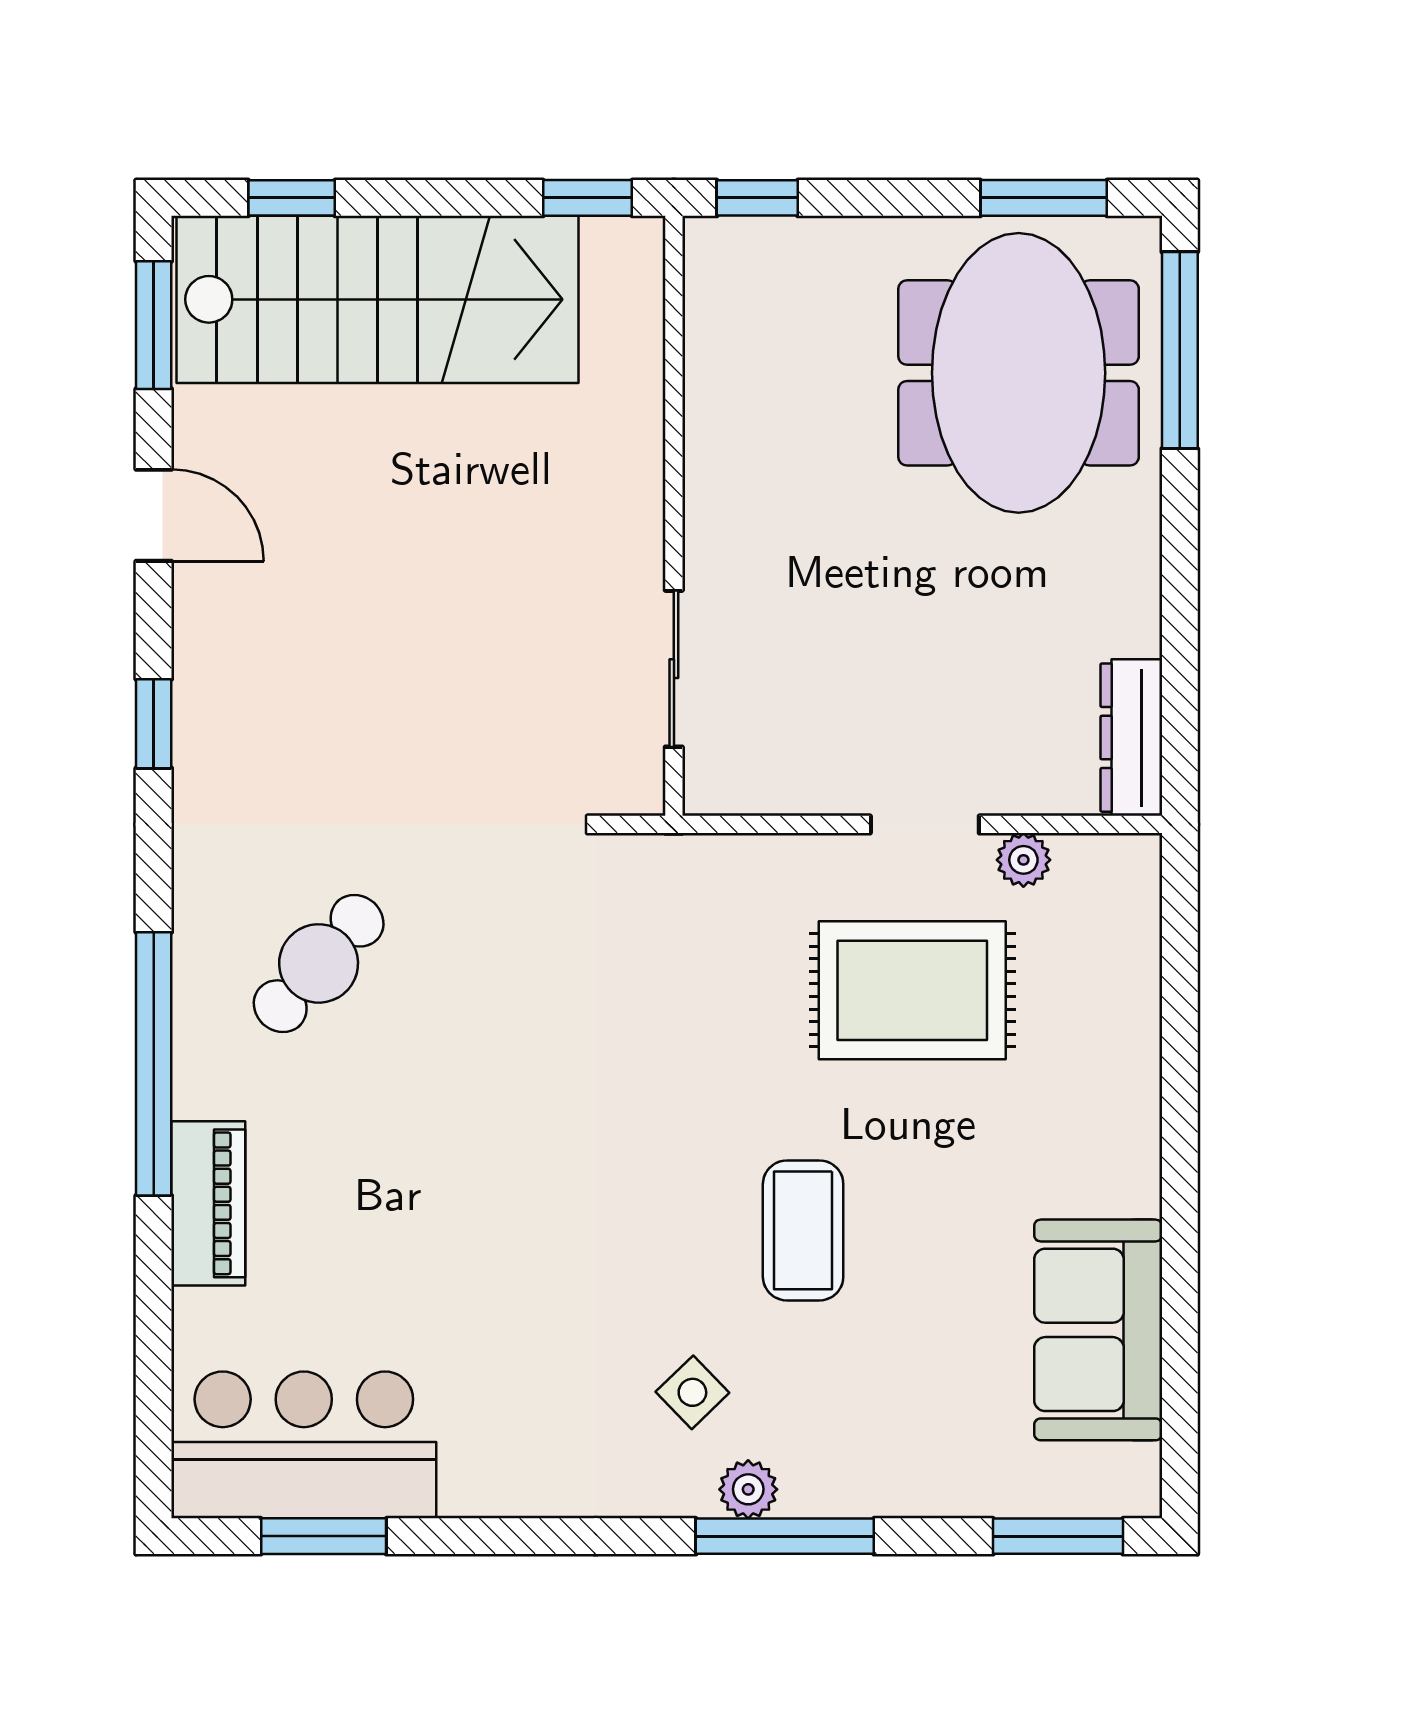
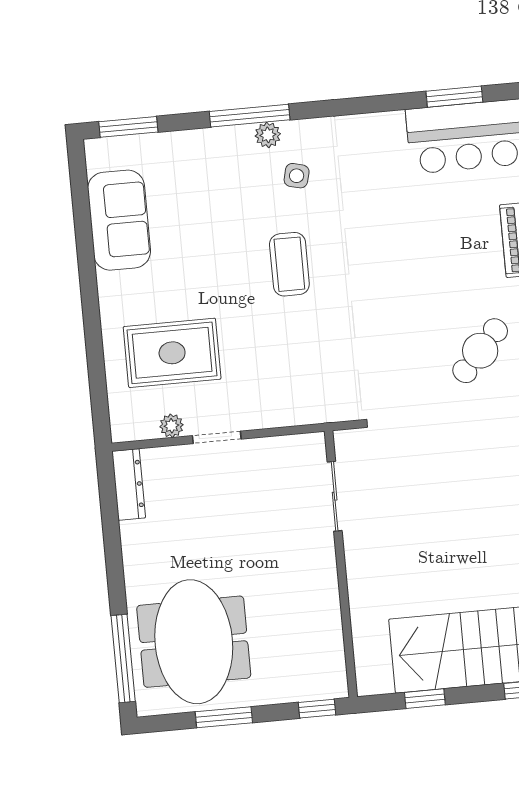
window: (588, 198) -> (425, 699), moved
window: (1044, 198) -> (224, 717), moved
rug: (912, 990) -> (172, 353), moved
coffee table: (803, 1230) -> (289, 264), moved
side table: (692, 1392) -> (297, 176), turned -32

